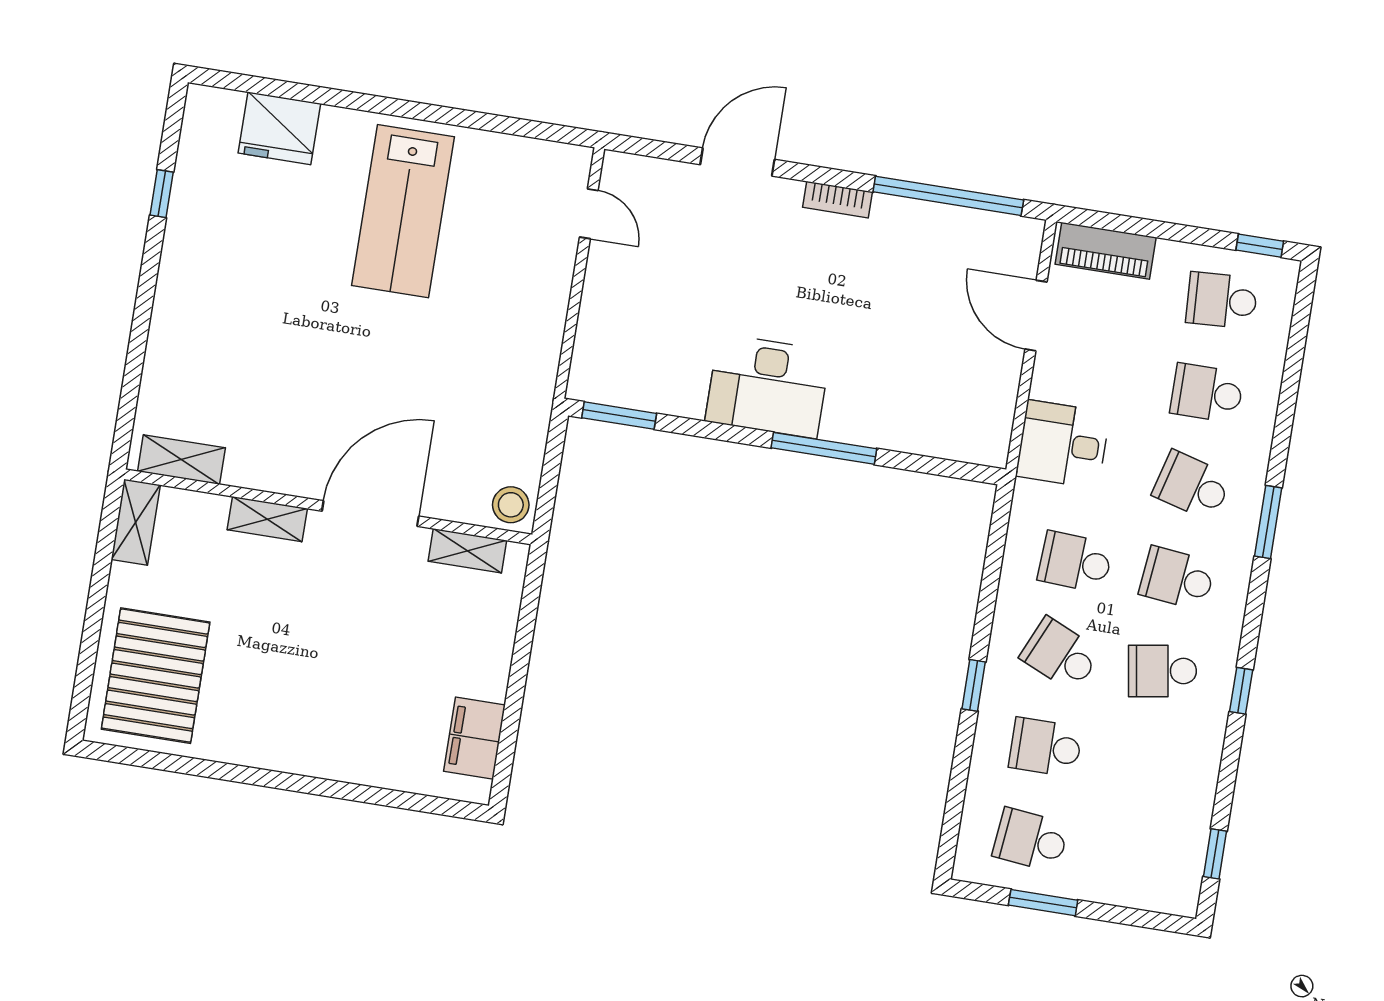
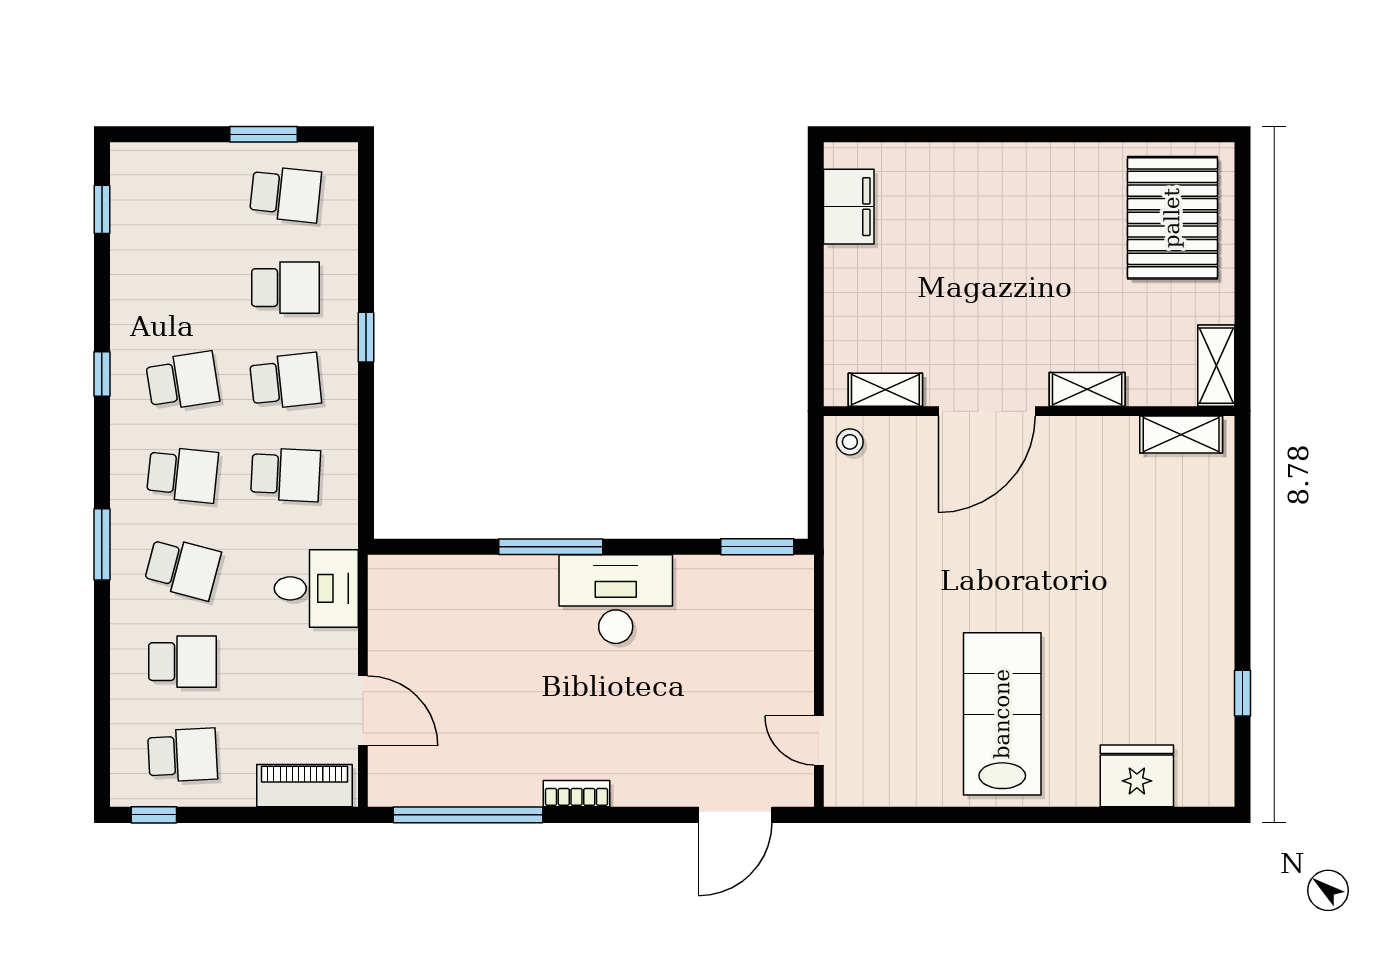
door: (737, 162) -> (735, 815), moved
stool: (511, 505) -> (850, 442), width x0.73, depth x0.73
school desk: (1060, 655) -> (285, 381), turned -30

